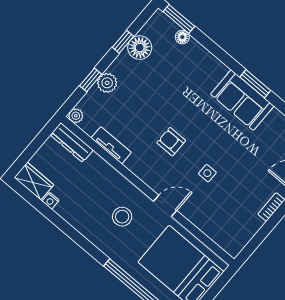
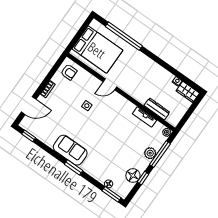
window: (91, 80) -> (160, 154), width x2.17
window: (255, 84) -> (73, 167), moved
dresser: (72, 142) -> (157, 109), moved
armchair: (171, 142) -> (69, 72), moved
stool: (122, 217) -> (134, 76), removed

